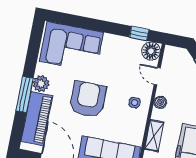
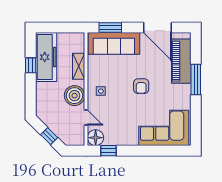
plant: (41, 84) -> (184, 92), removed
armchair: (88, 99) -> (141, 86), width x0.53, depth x0.53
boiler: (160, 102) -> (74, 96), width x1.86, depth x1.86

